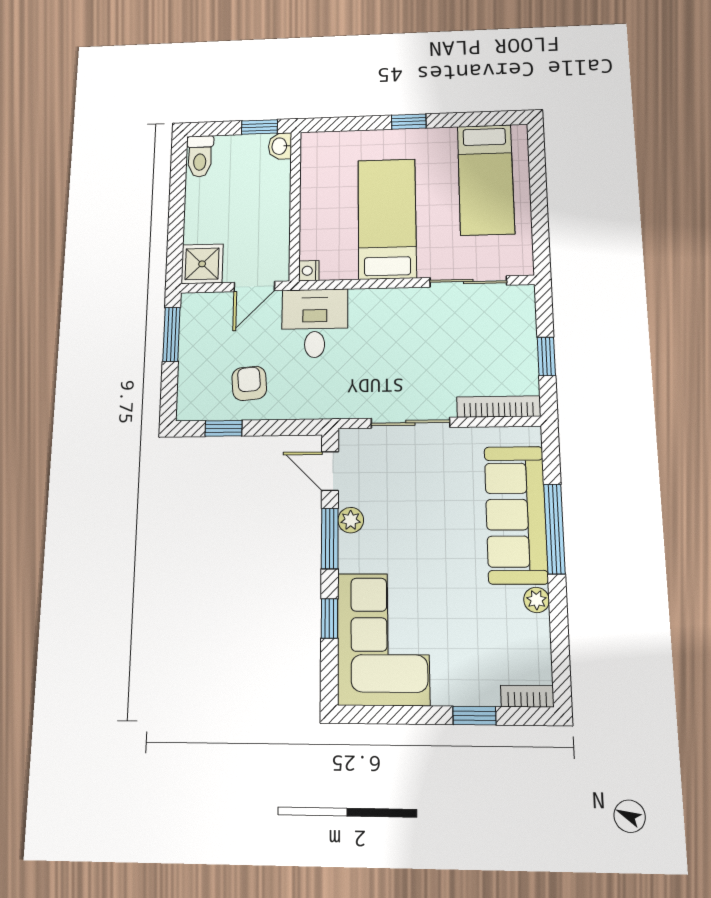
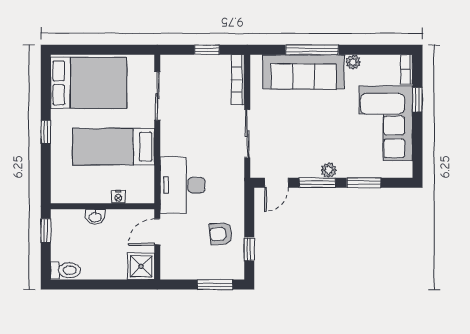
washbasin: (280, 146) -> (95, 217), moved
bed: (486, 180) -> (89, 83), width x1.50
nightstand: (309, 271) -> (118, 197), moved
door: (254, 287) -> (157, 232), swing flipped
desk: (315, 323) -> (183, 185), width x1.37
window: (171, 334) -> (215, 284), moved
plant: (351, 520) -> (329, 170), moved
window: (329, 618) -> (364, 183), width x1.50
corner sofa: (383, 639) -> (386, 123), moved, turned -90

